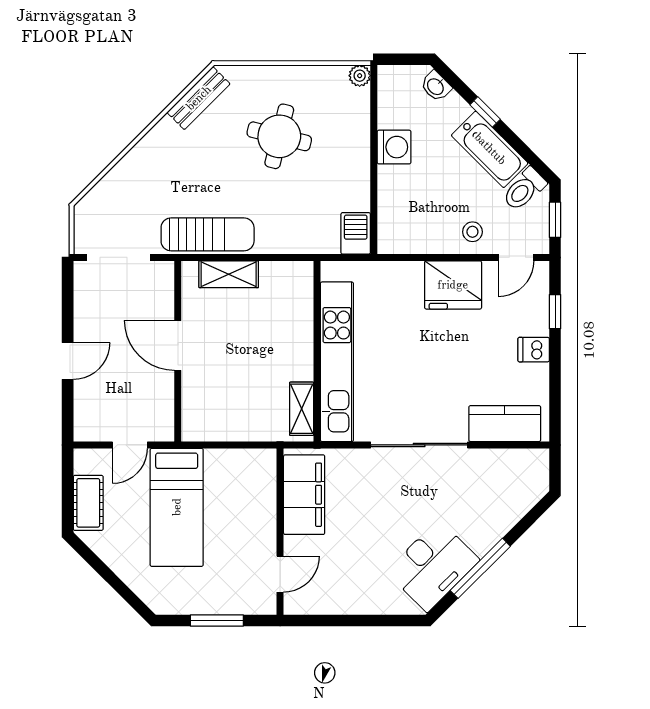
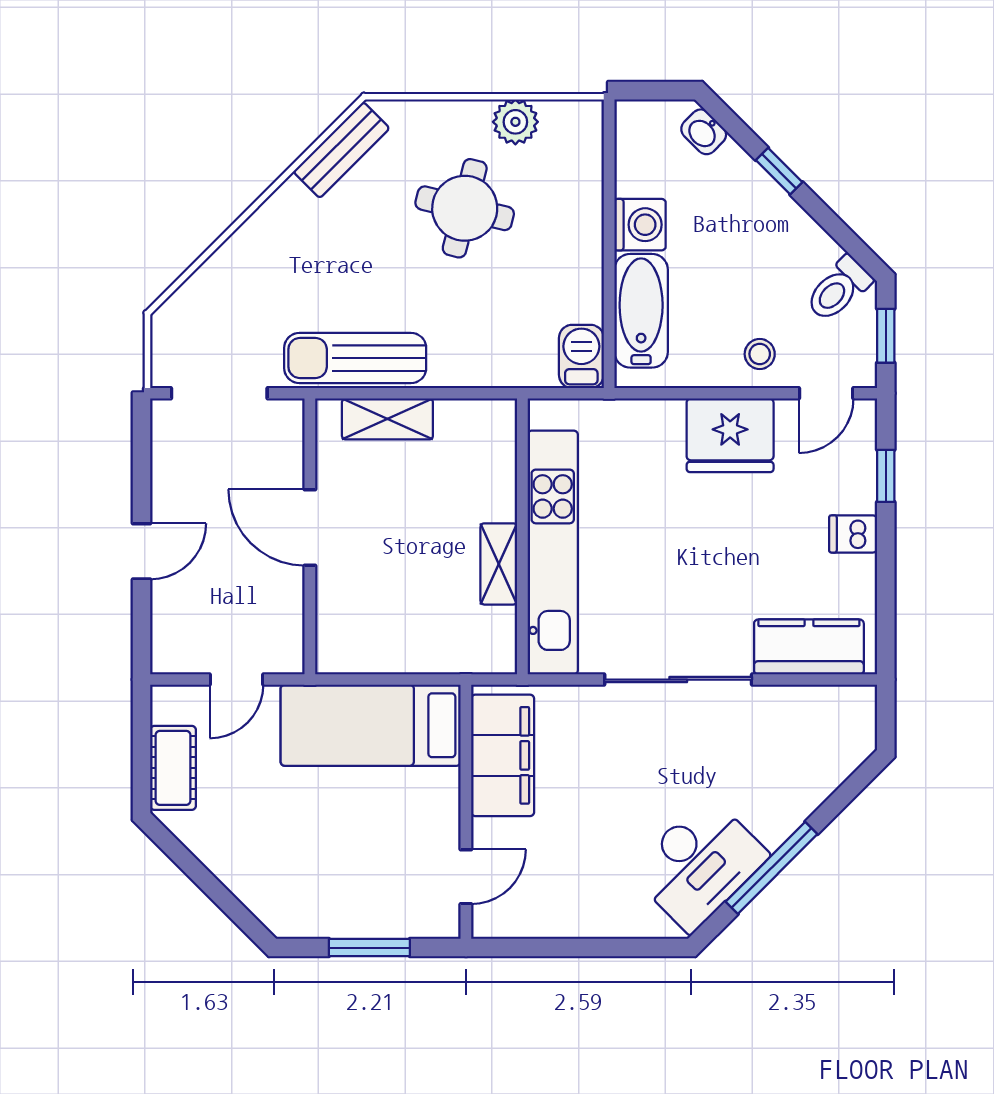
plant: (360, 76) -> (515, 122), moved, width x1.38, depth x1.38
bathtub: (490, 149) -> (641, 311), moved, turned -135
sun lounger: (208, 234) -> (355, 358), turned 180
shelving: (302, 409) -> (499, 564), moved
bed: (177, 507) -> (371, 725), moved, turned 90

